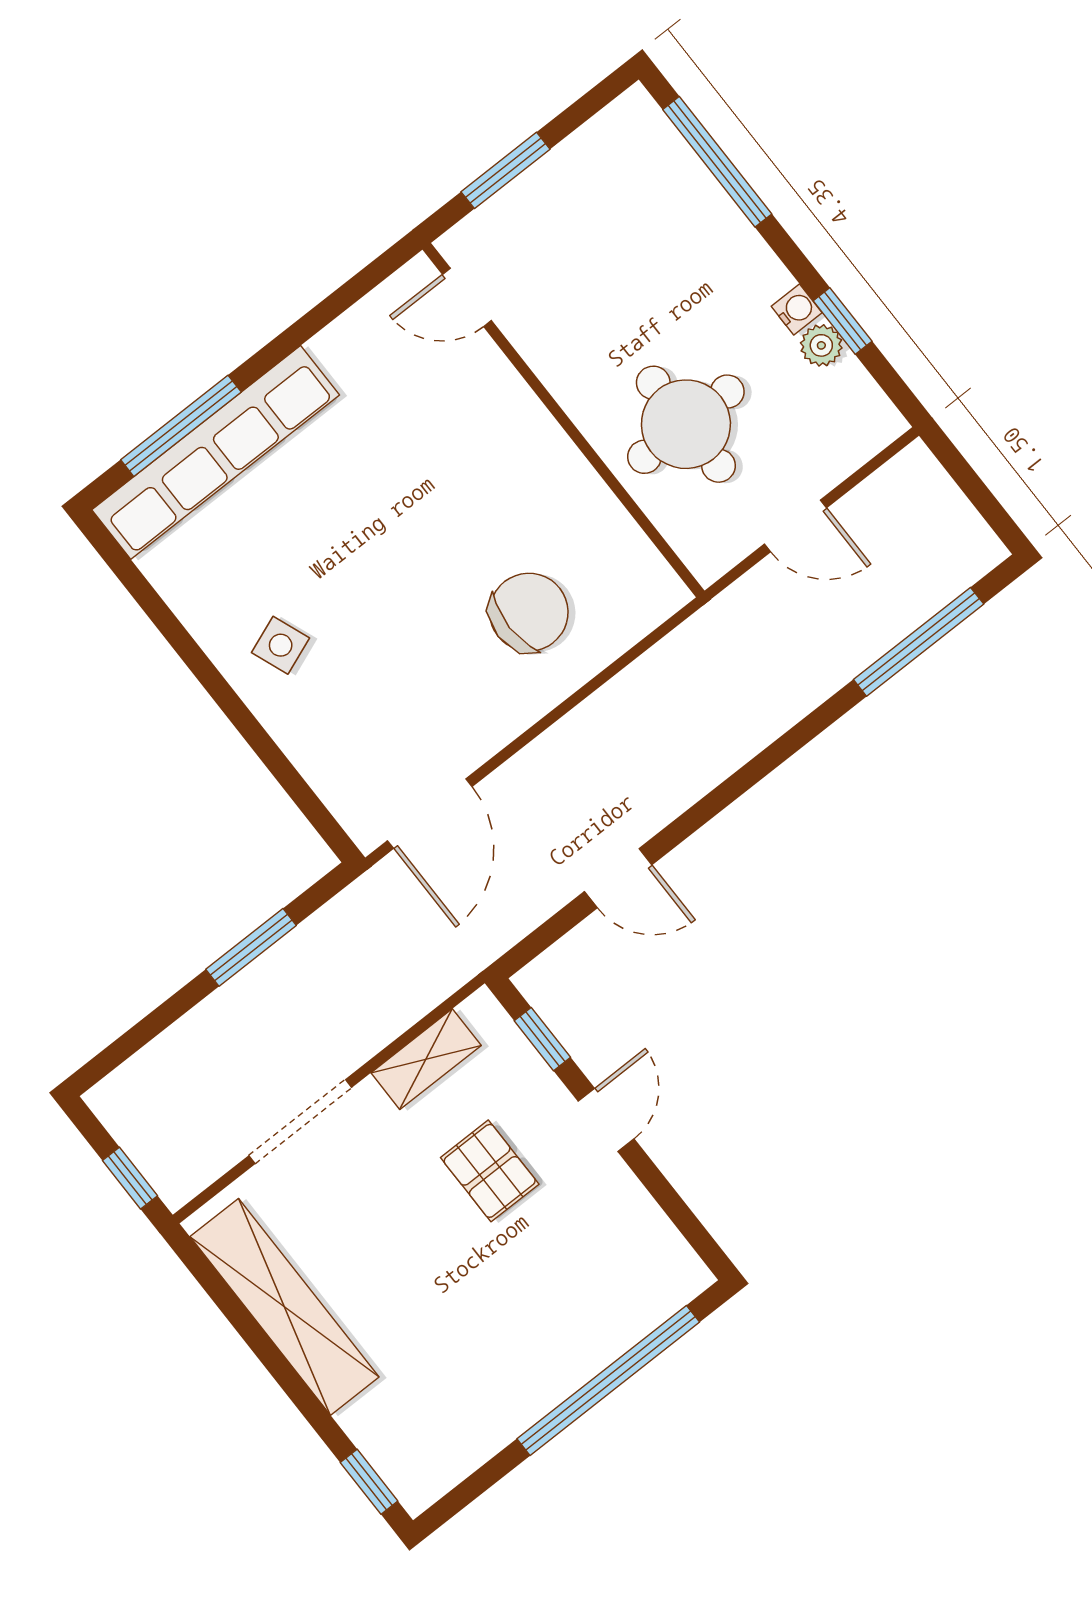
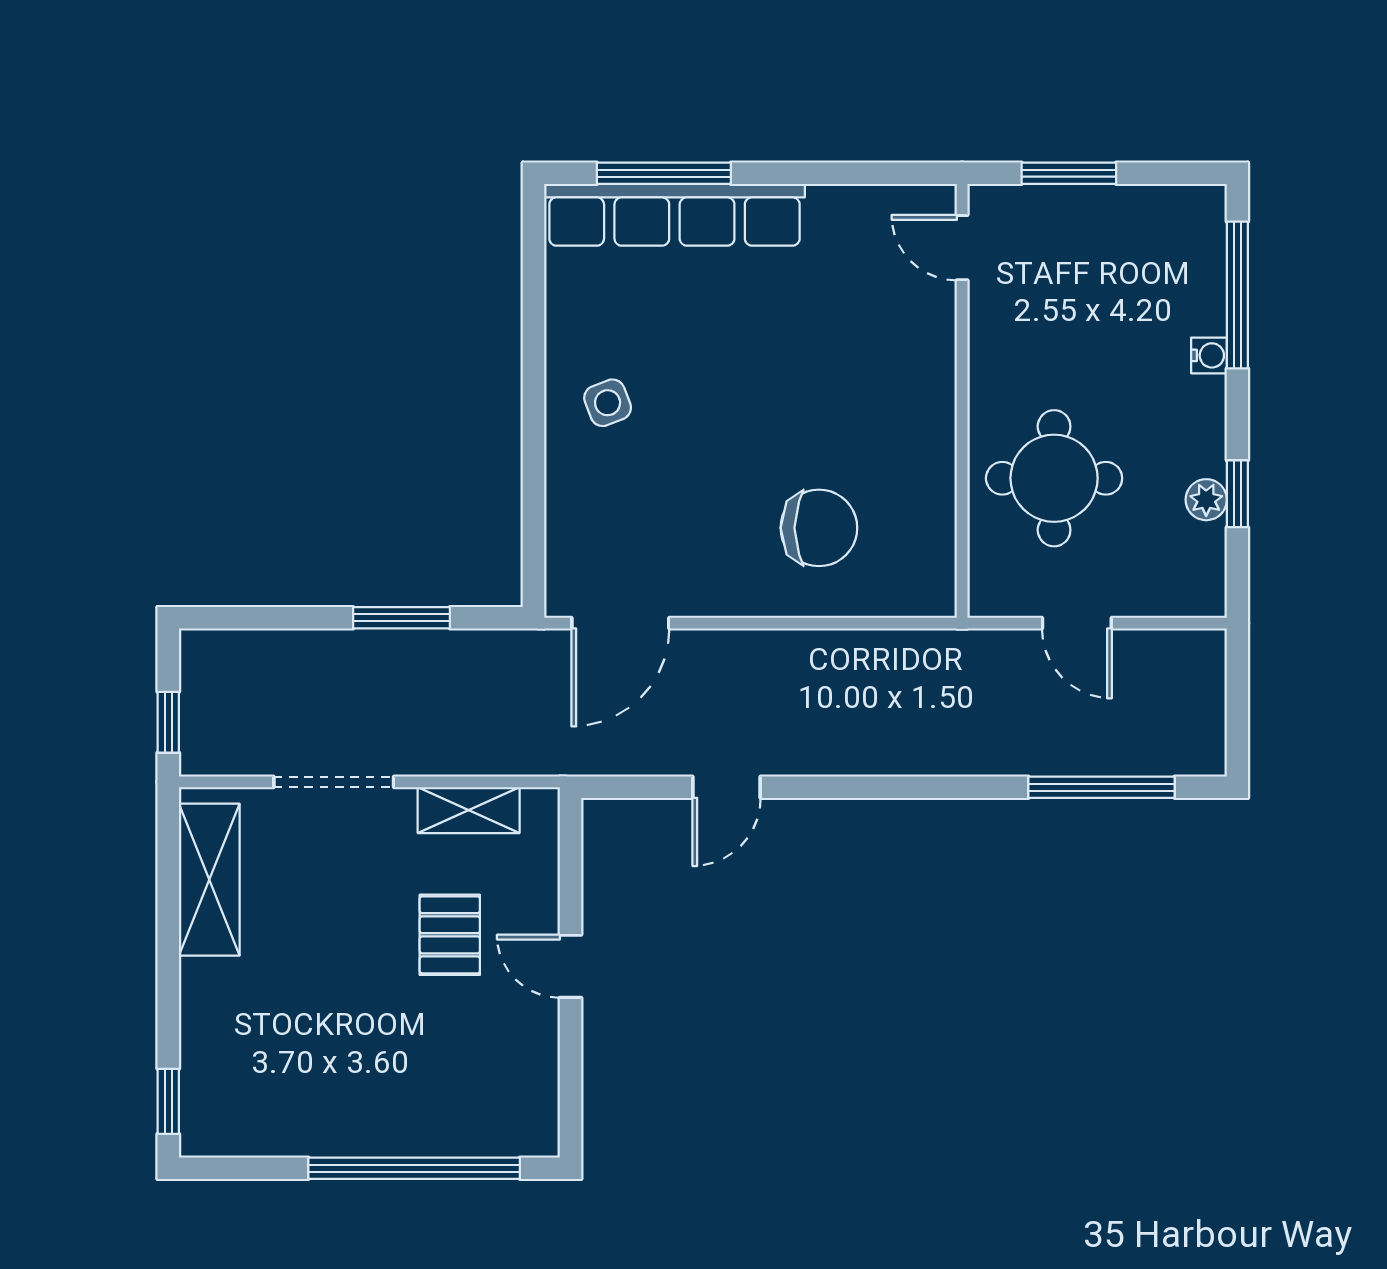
water cooler: (797, 310) -> (1209, 355), moved
door: (618, 878) -> (727, 787), hinge flipped
window: (542, 1039) -> (570, 865), removed
door: (606, 1120) -> (570, 966), swing flipped
shelving: (285, 1307) -> (209, 880), width x0.68

